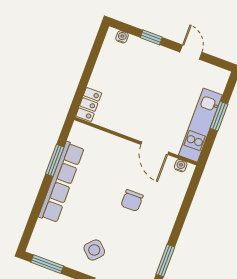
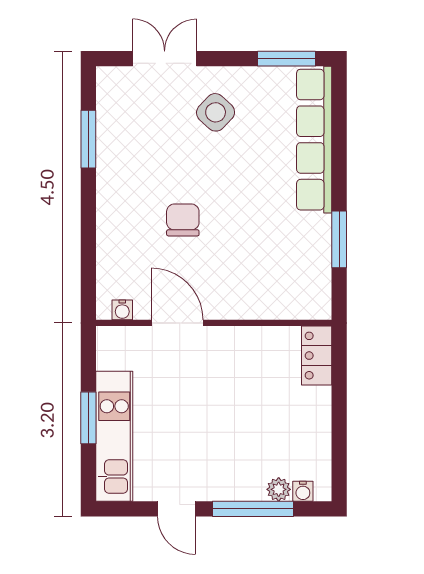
window: (151, 37) -> (253, 509), width x2.17
plant: (134, 43) -> (279, 489), added
kitchen unit: (200, 125) -> (114, 436), moved
row of seats: (61, 182) -> (314, 140), moved

